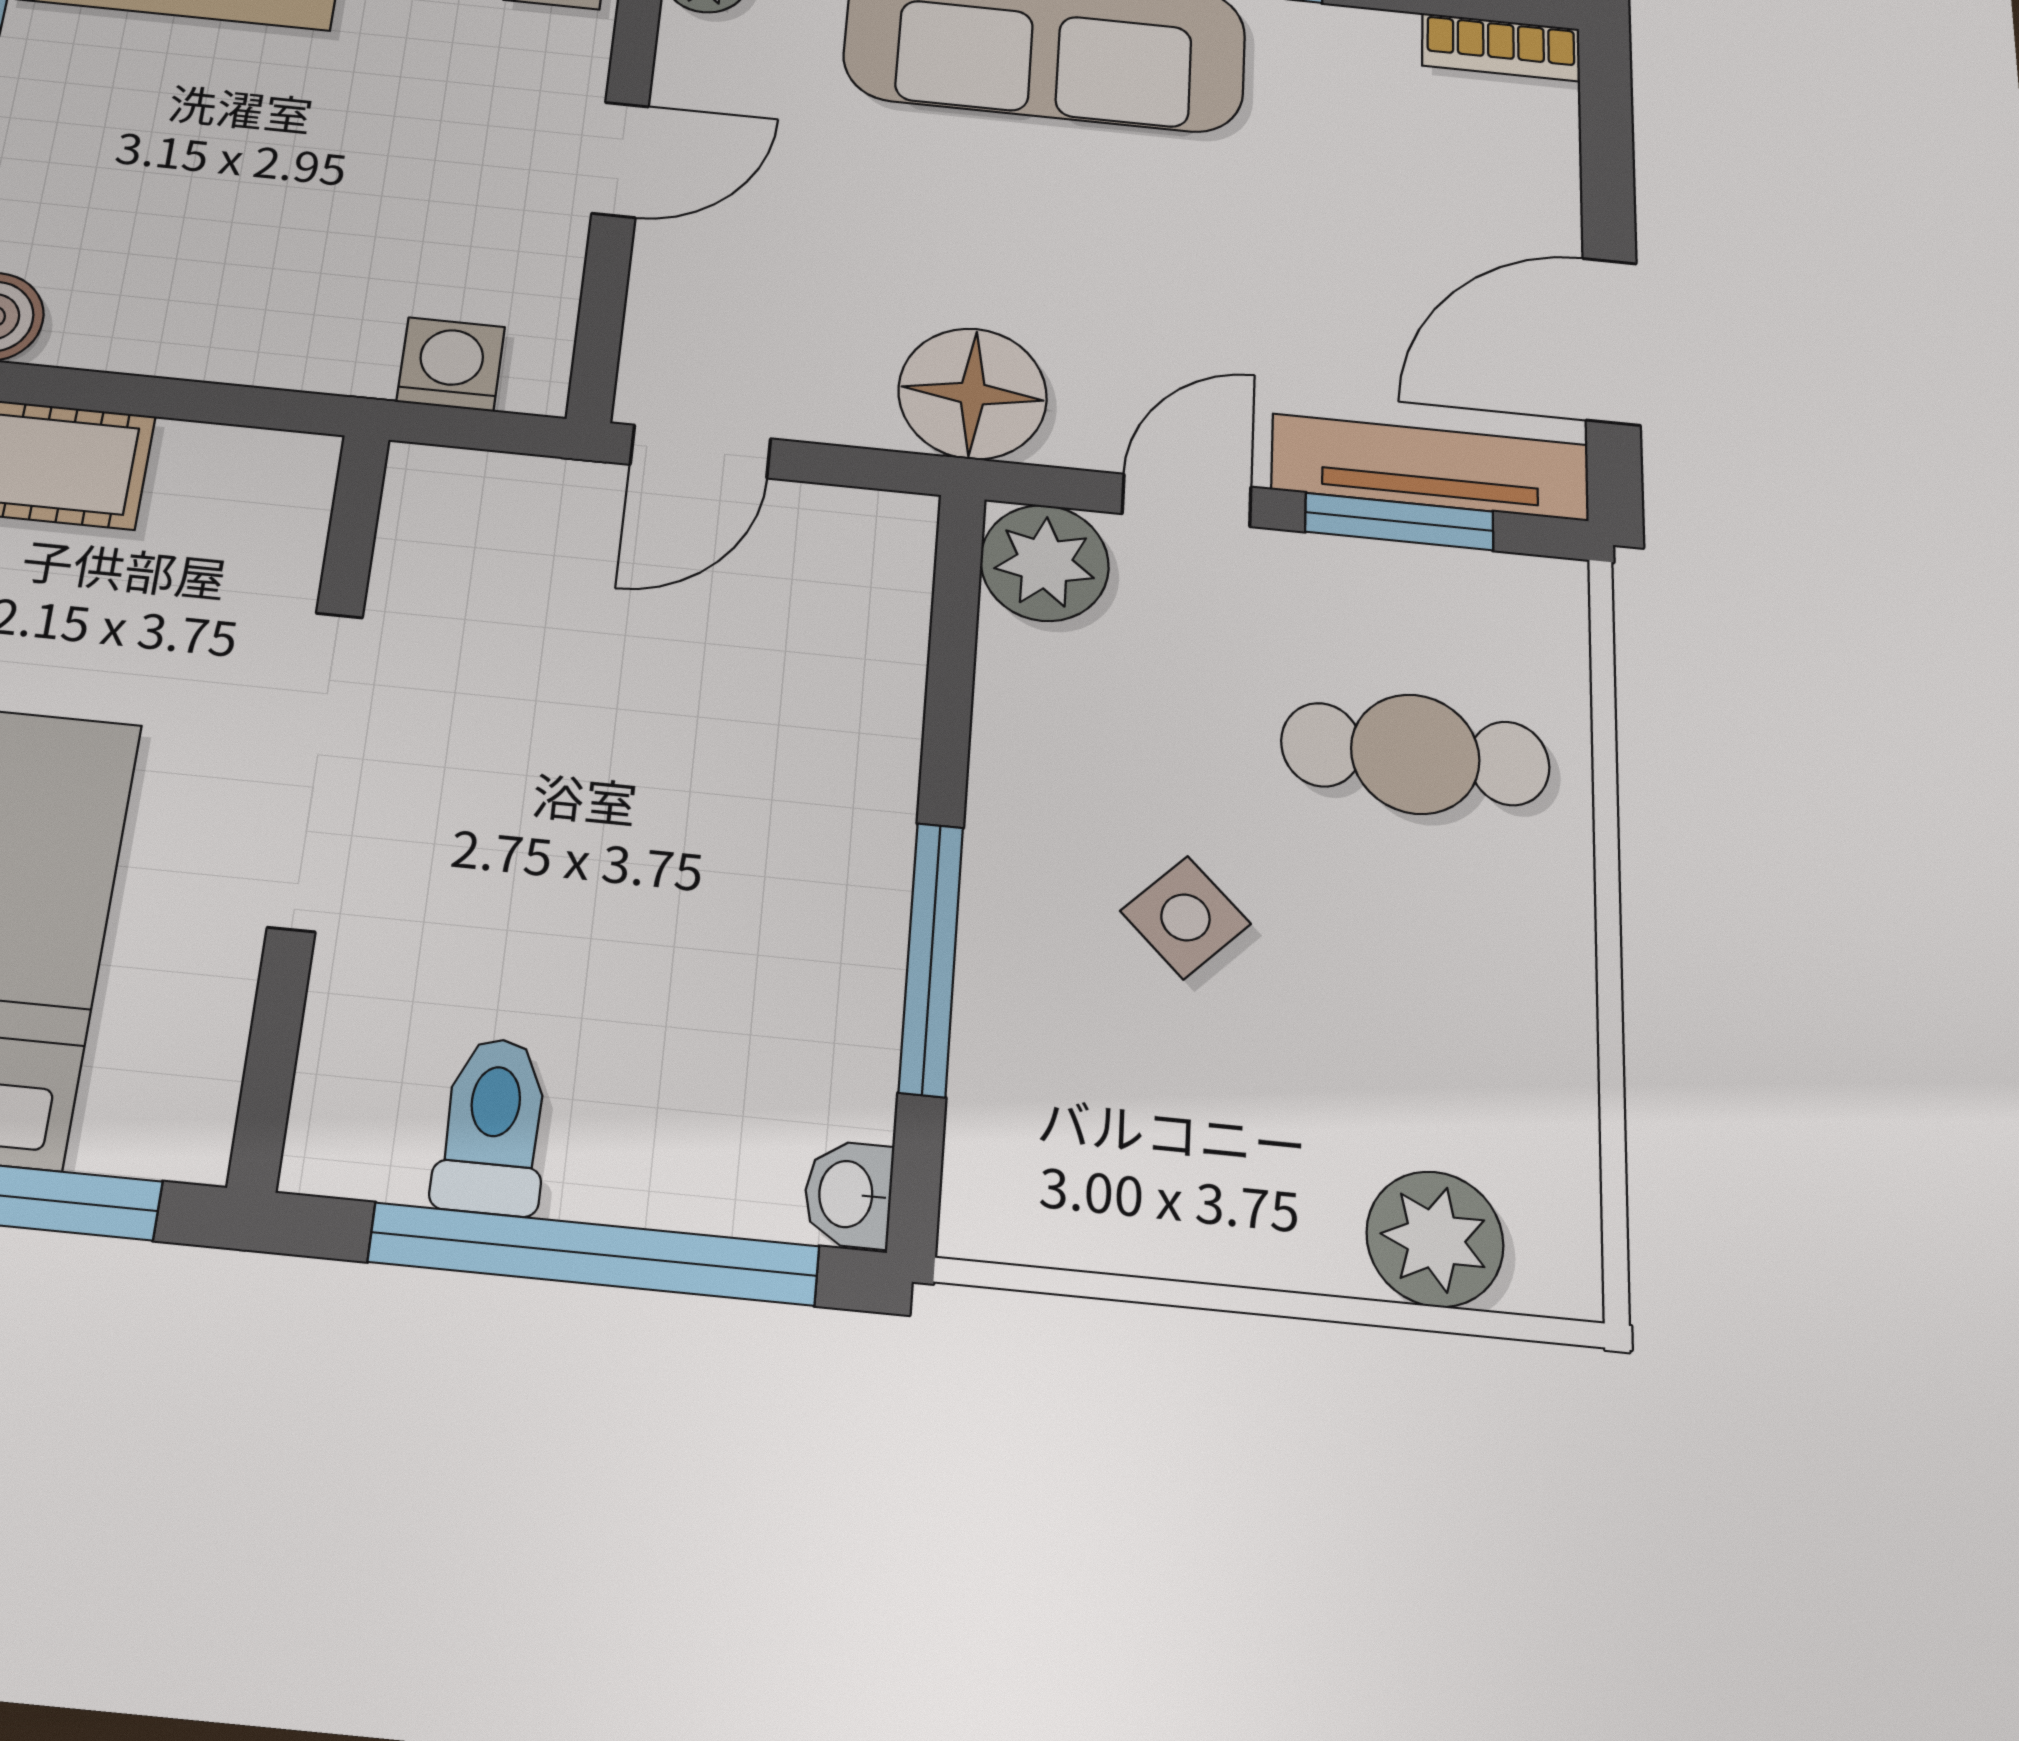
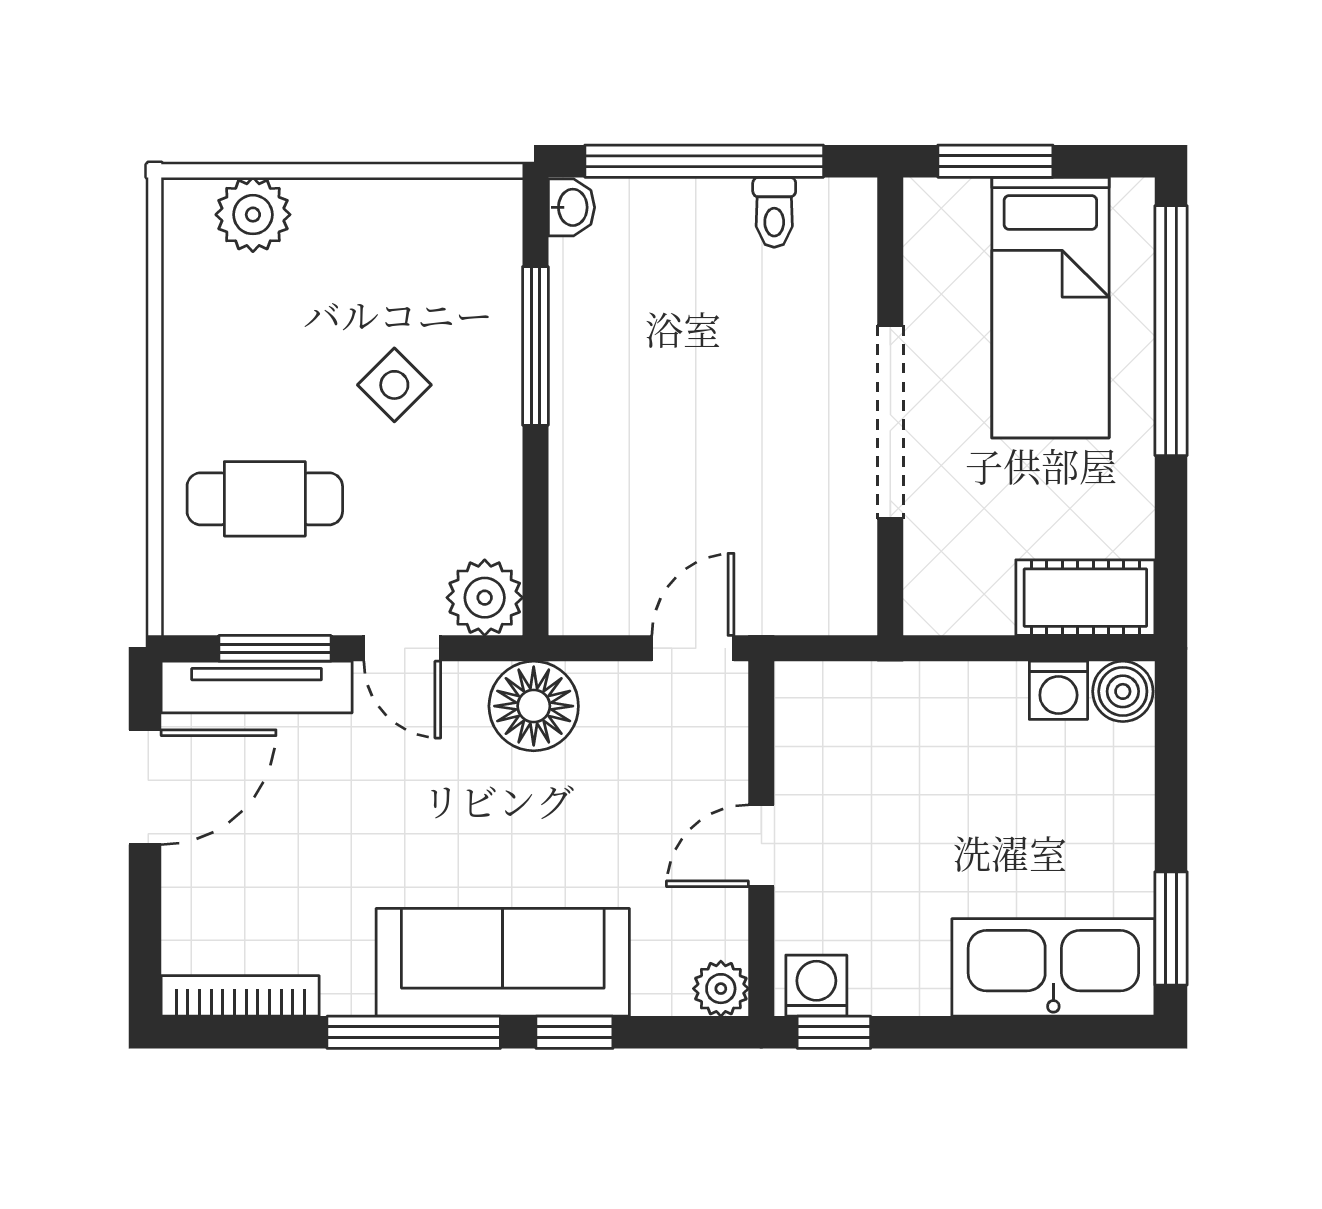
bookcase: (1501, 47) -> (240, 996), width x1.56
washing machine: (451, 364) -> (1058, 690), moved
door: (1187, 500) -> (402, 648), hinge flipped
toilet: (493, 1126) -> (774, 212), width x0.73, depth x0.72

